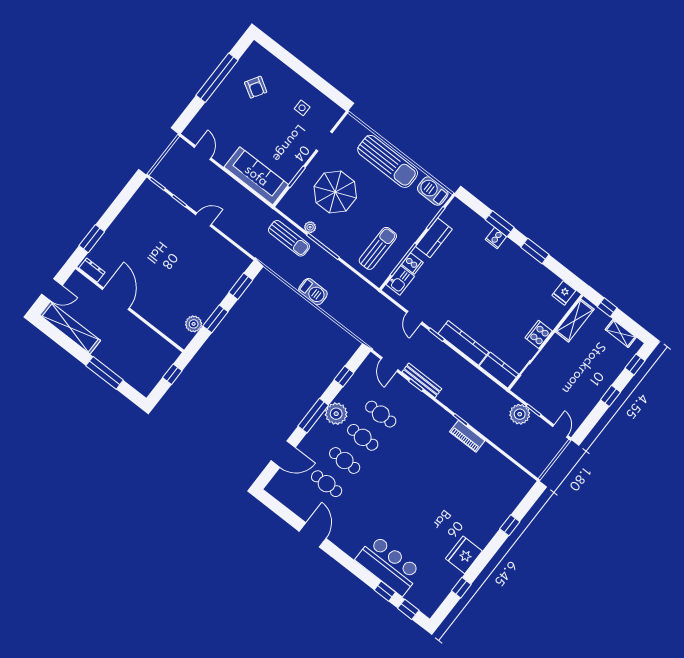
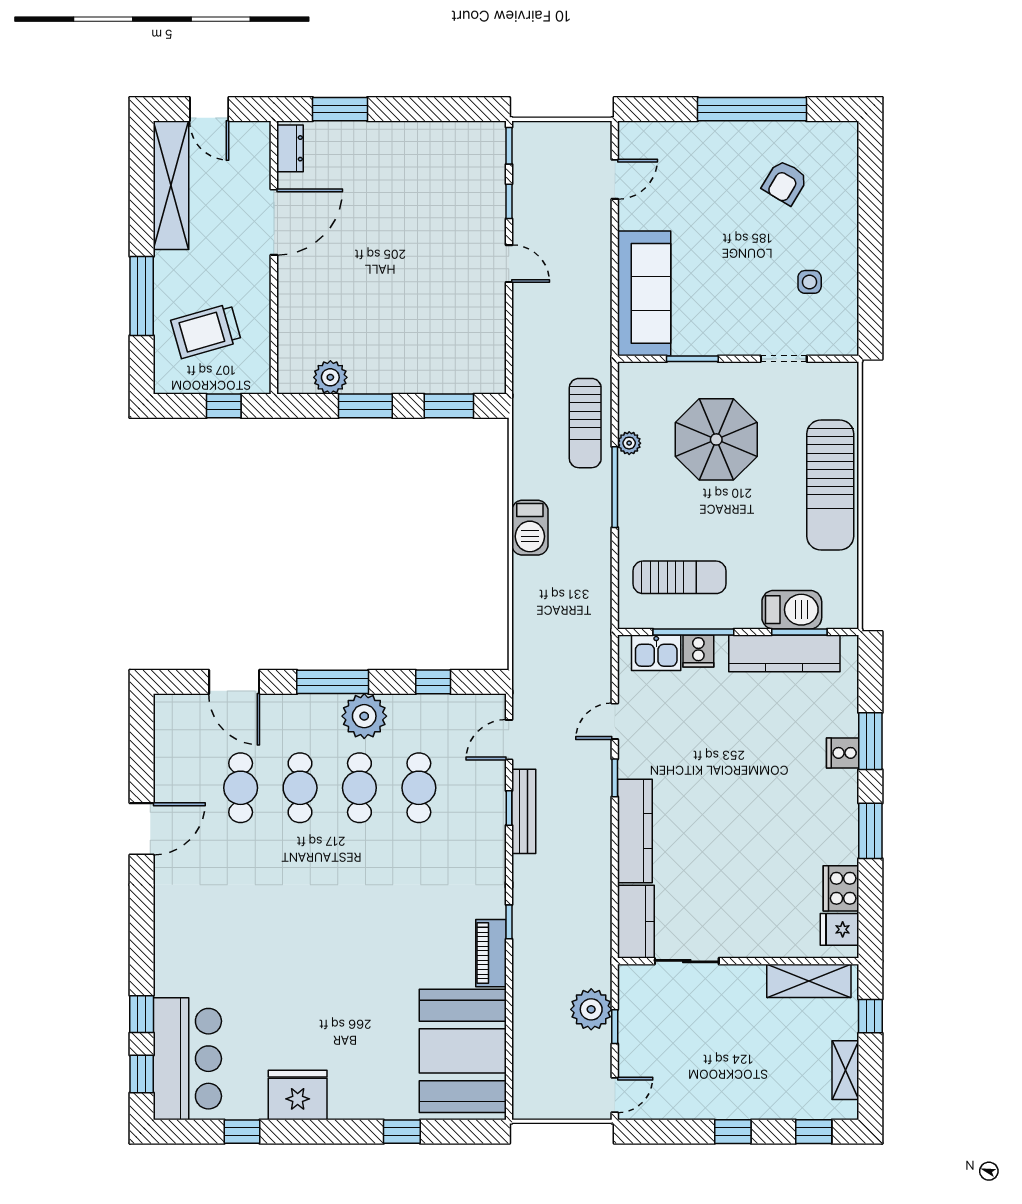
barbecue: (433, 191) -> (792, 610), moved, turned 90
kitchen counter: (434, 238) -> (784, 653), width x1.50
cooker: (539, 334) -> (841, 888), moved, turned -90
trolley: (138, 358) -> (206, 331), added
booth: (497, 477) -> (463, 1051), added
bar counter: (389, 565) -> (187, 1059), moved

